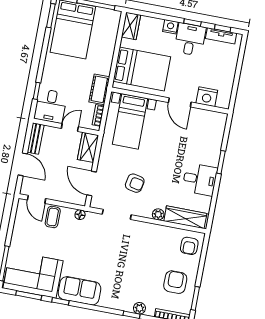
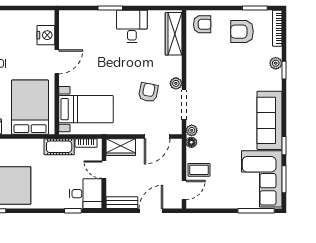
plant: (158, 214) -> (176, 83), moved
plant: (91, 217) -> (192, 130), added
sofa: (79, 291) -> (269, 120), width x1.36

